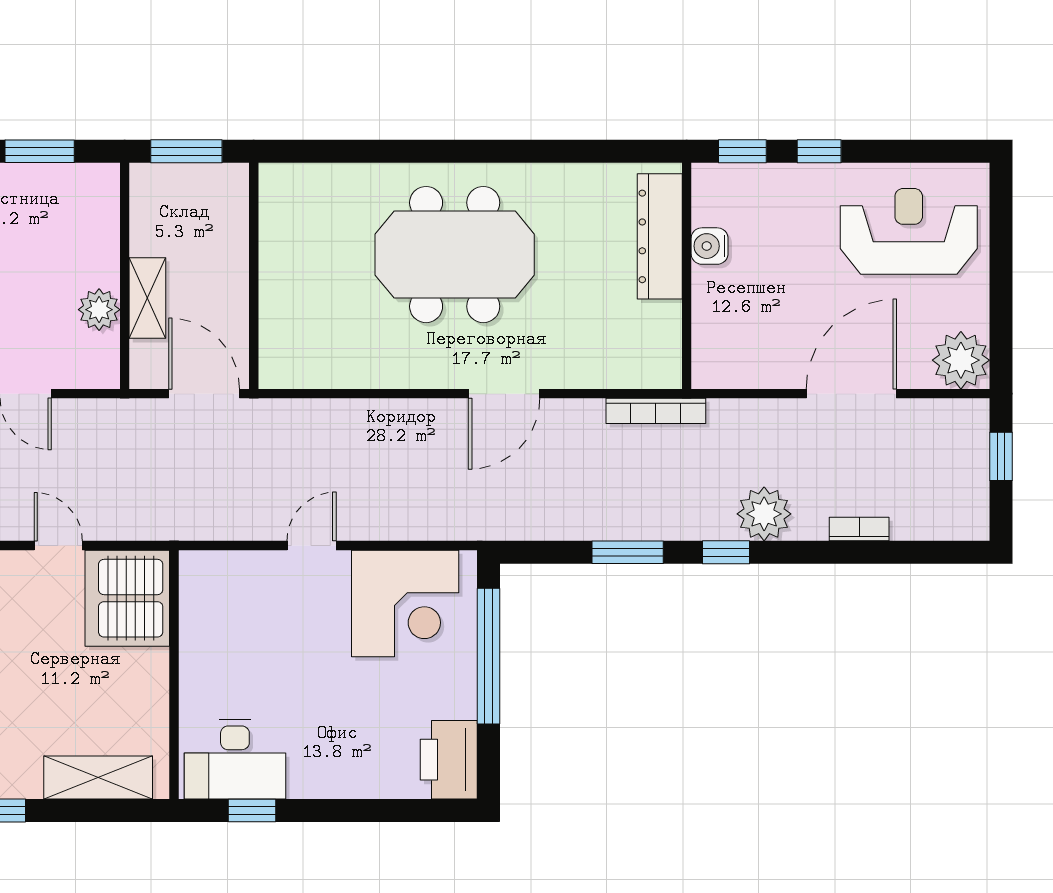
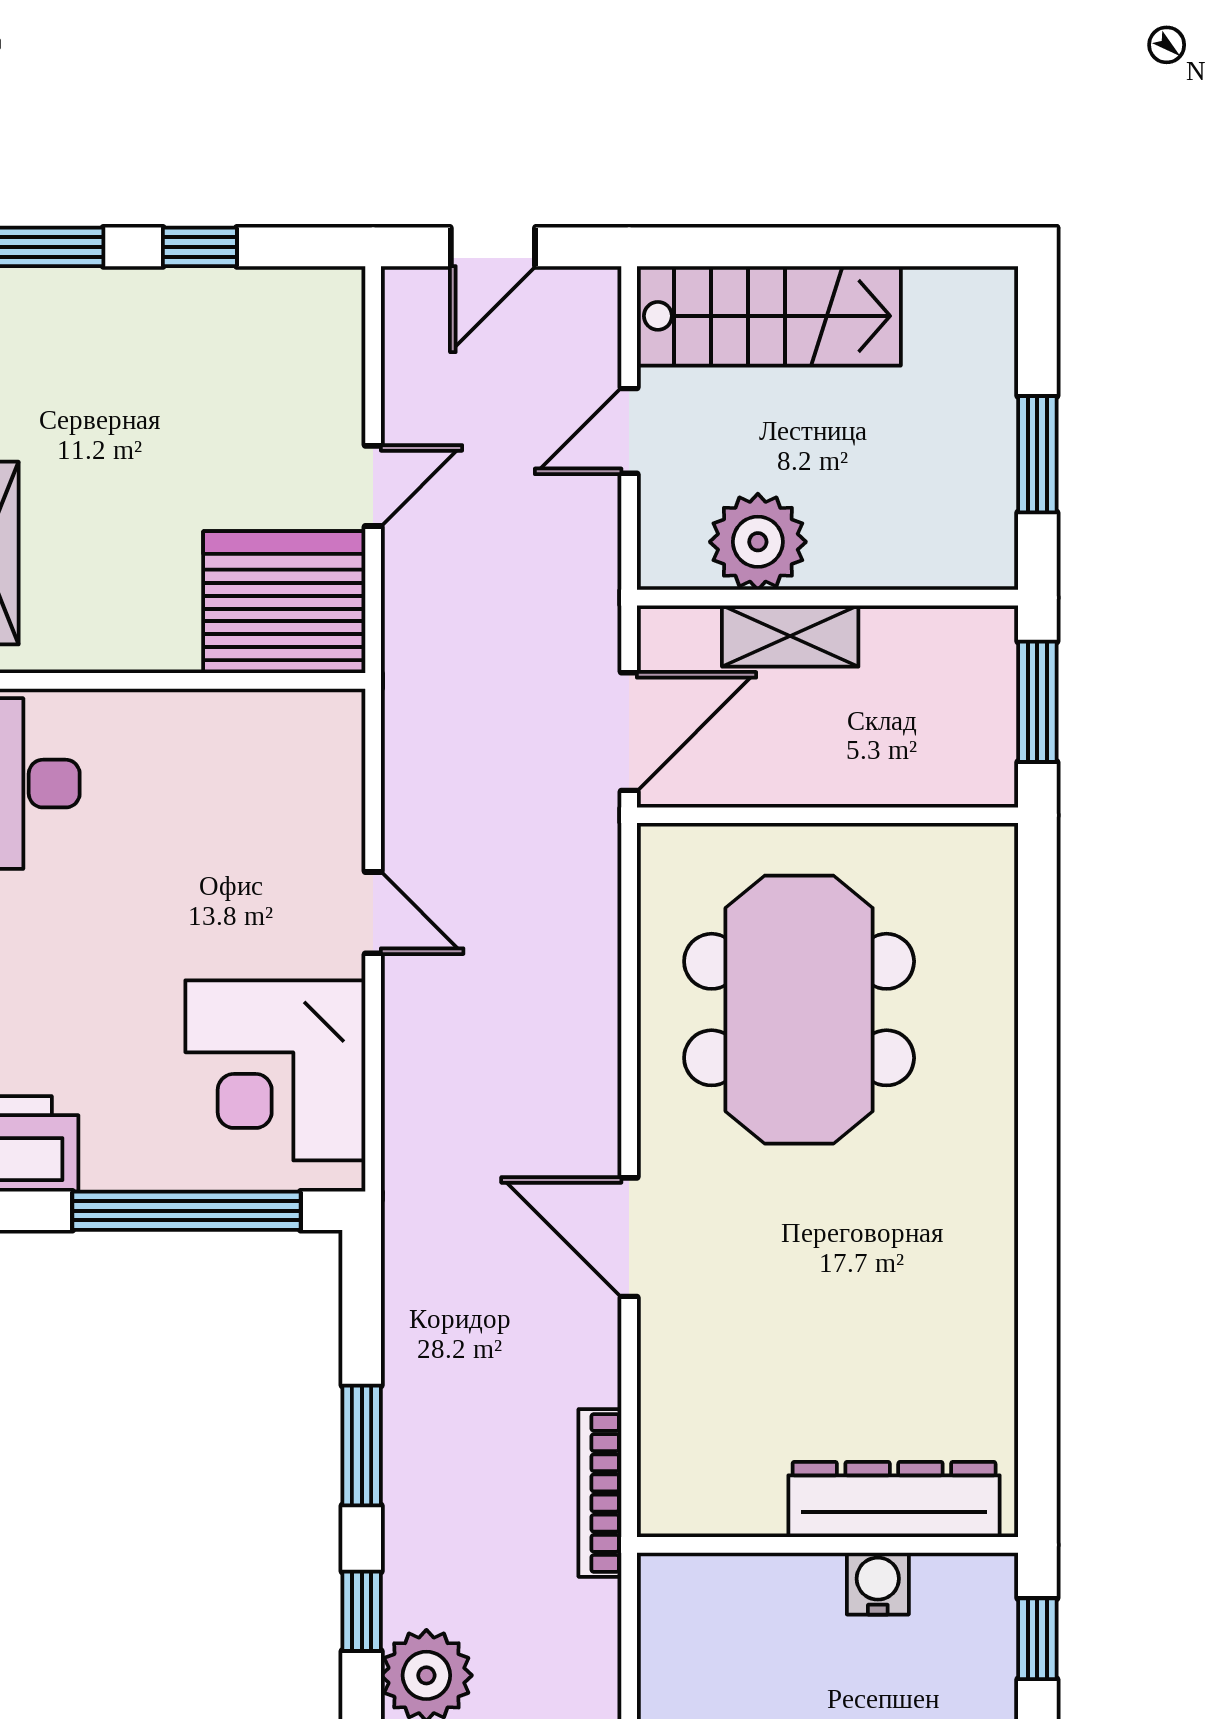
meeting table: (455, 255) -> (799, 1010), moved
plant: (99, 310) -> (758, 542), width x1.36, depth x1.36

